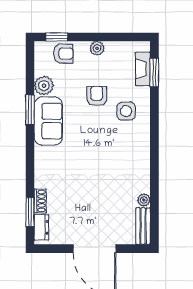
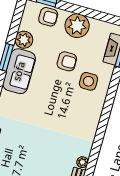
plant: (97, 48) -> (77, 26), width x1.87, depth x1.87
armchair: (97, 96) -> (67, 61), turned 90

